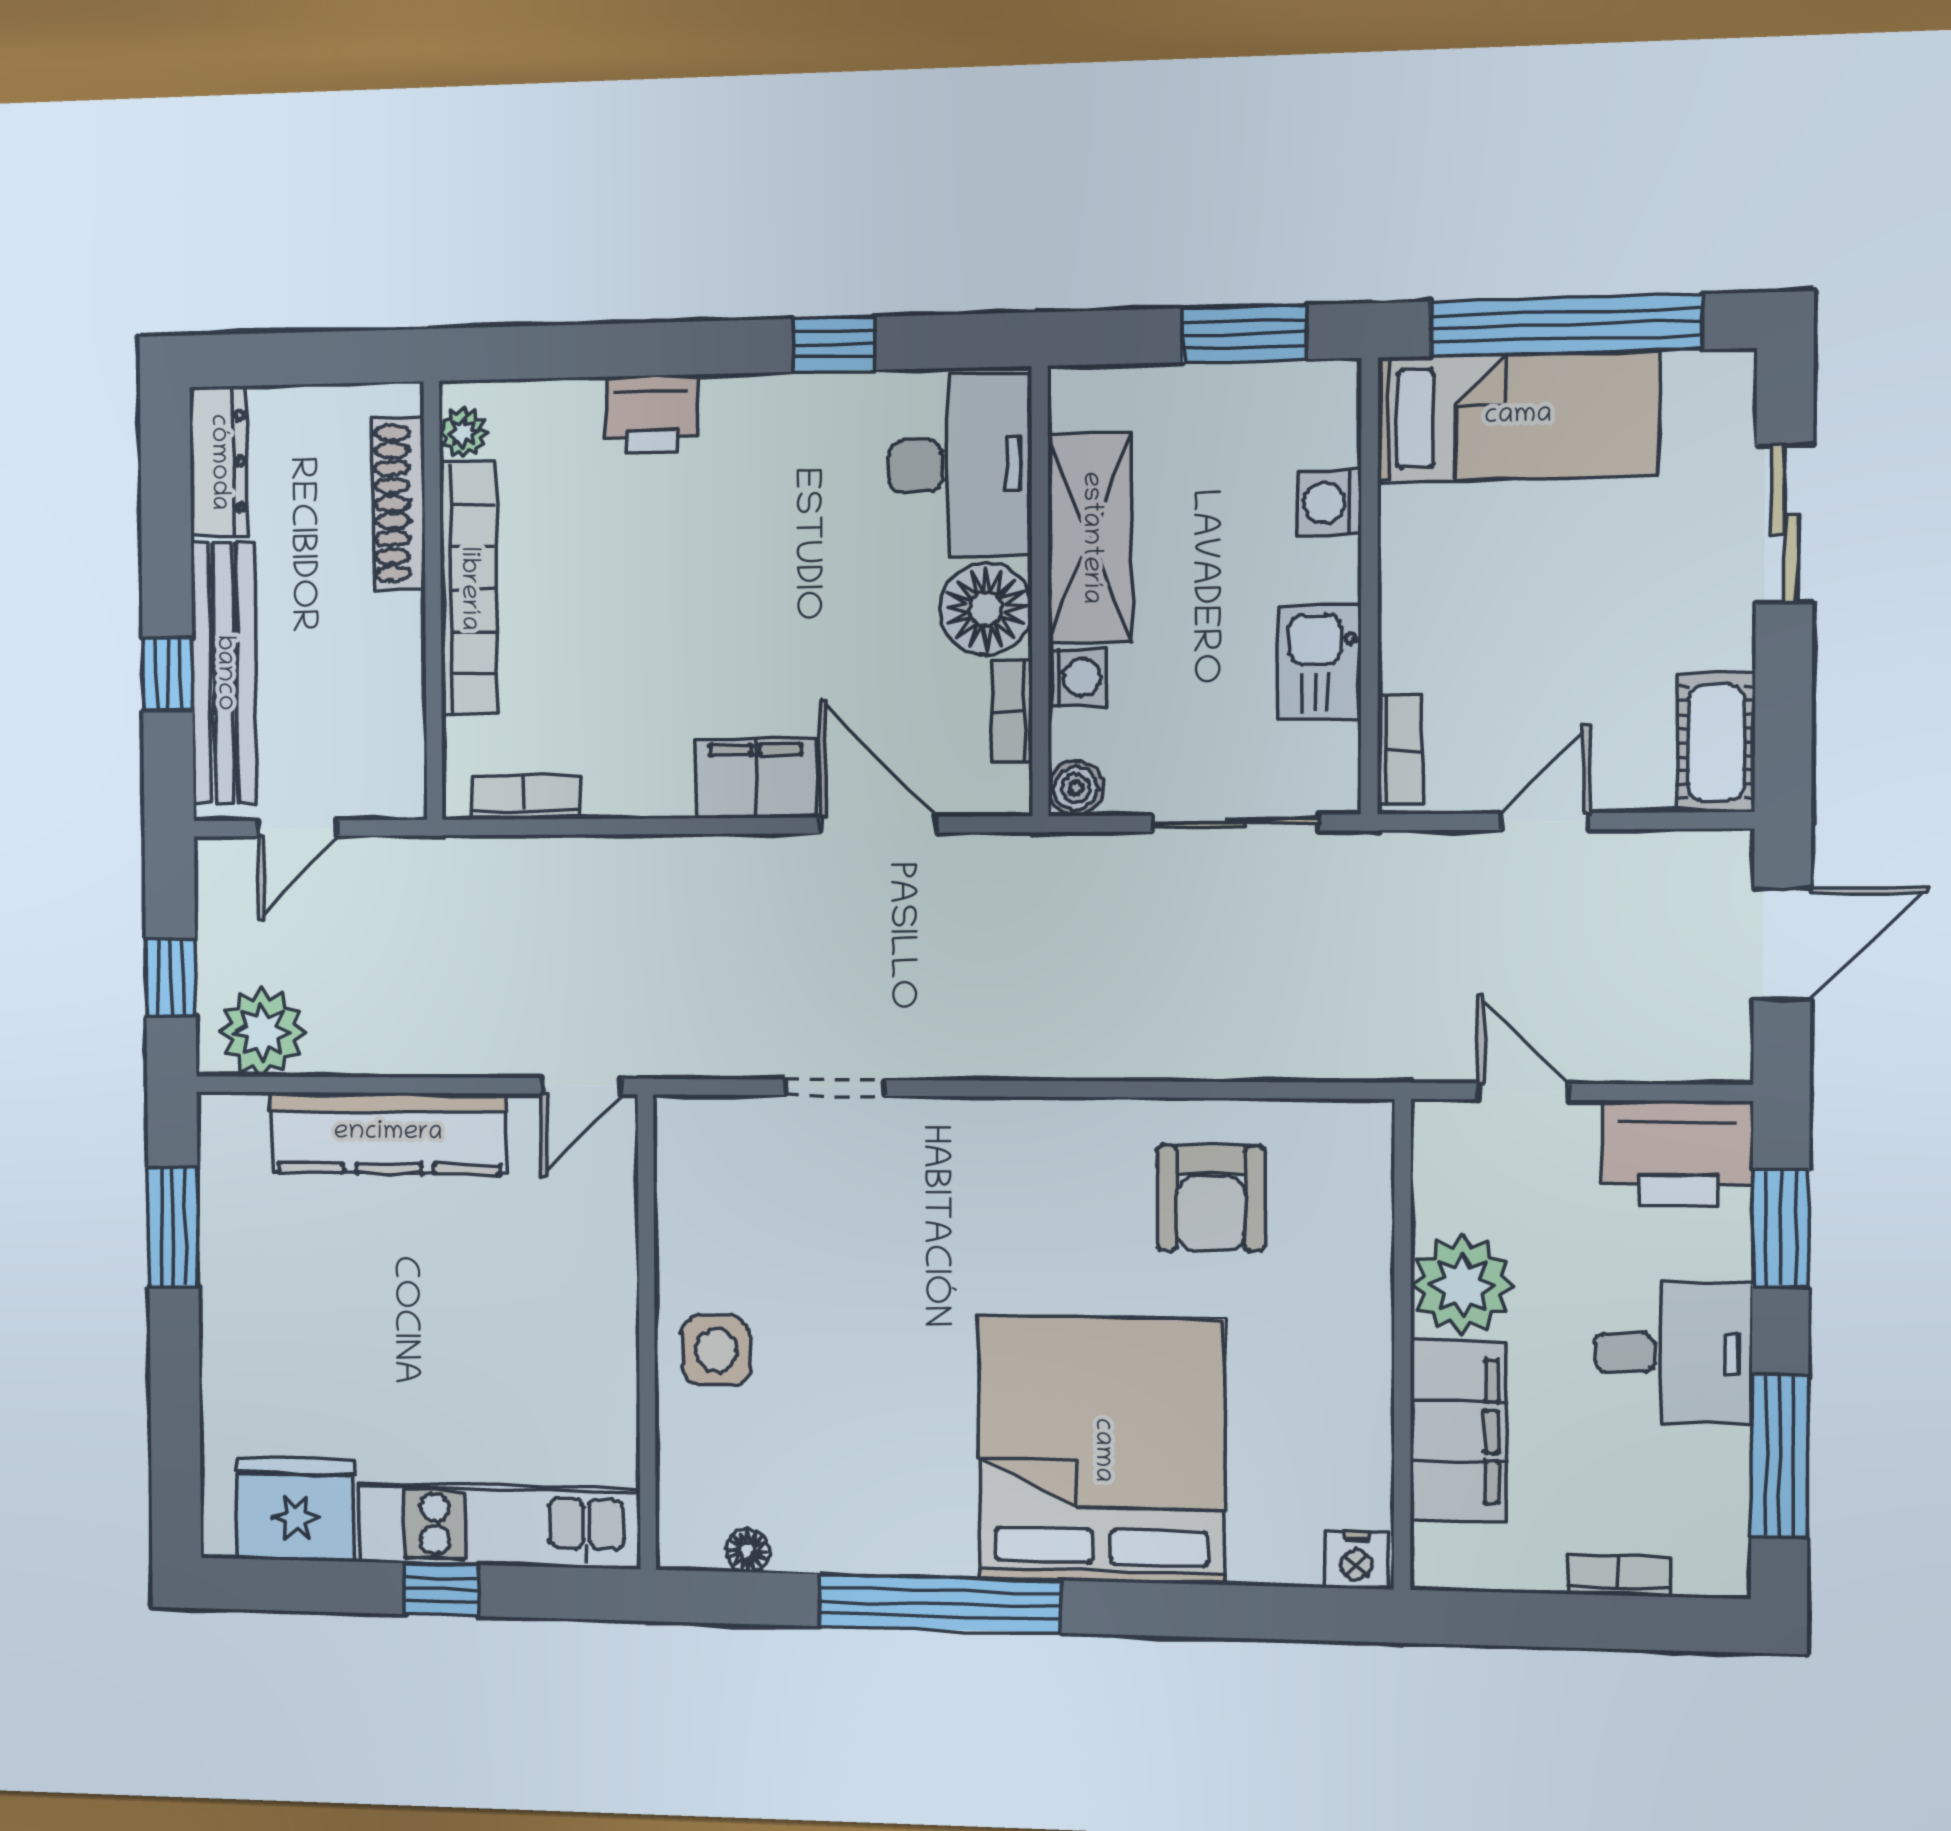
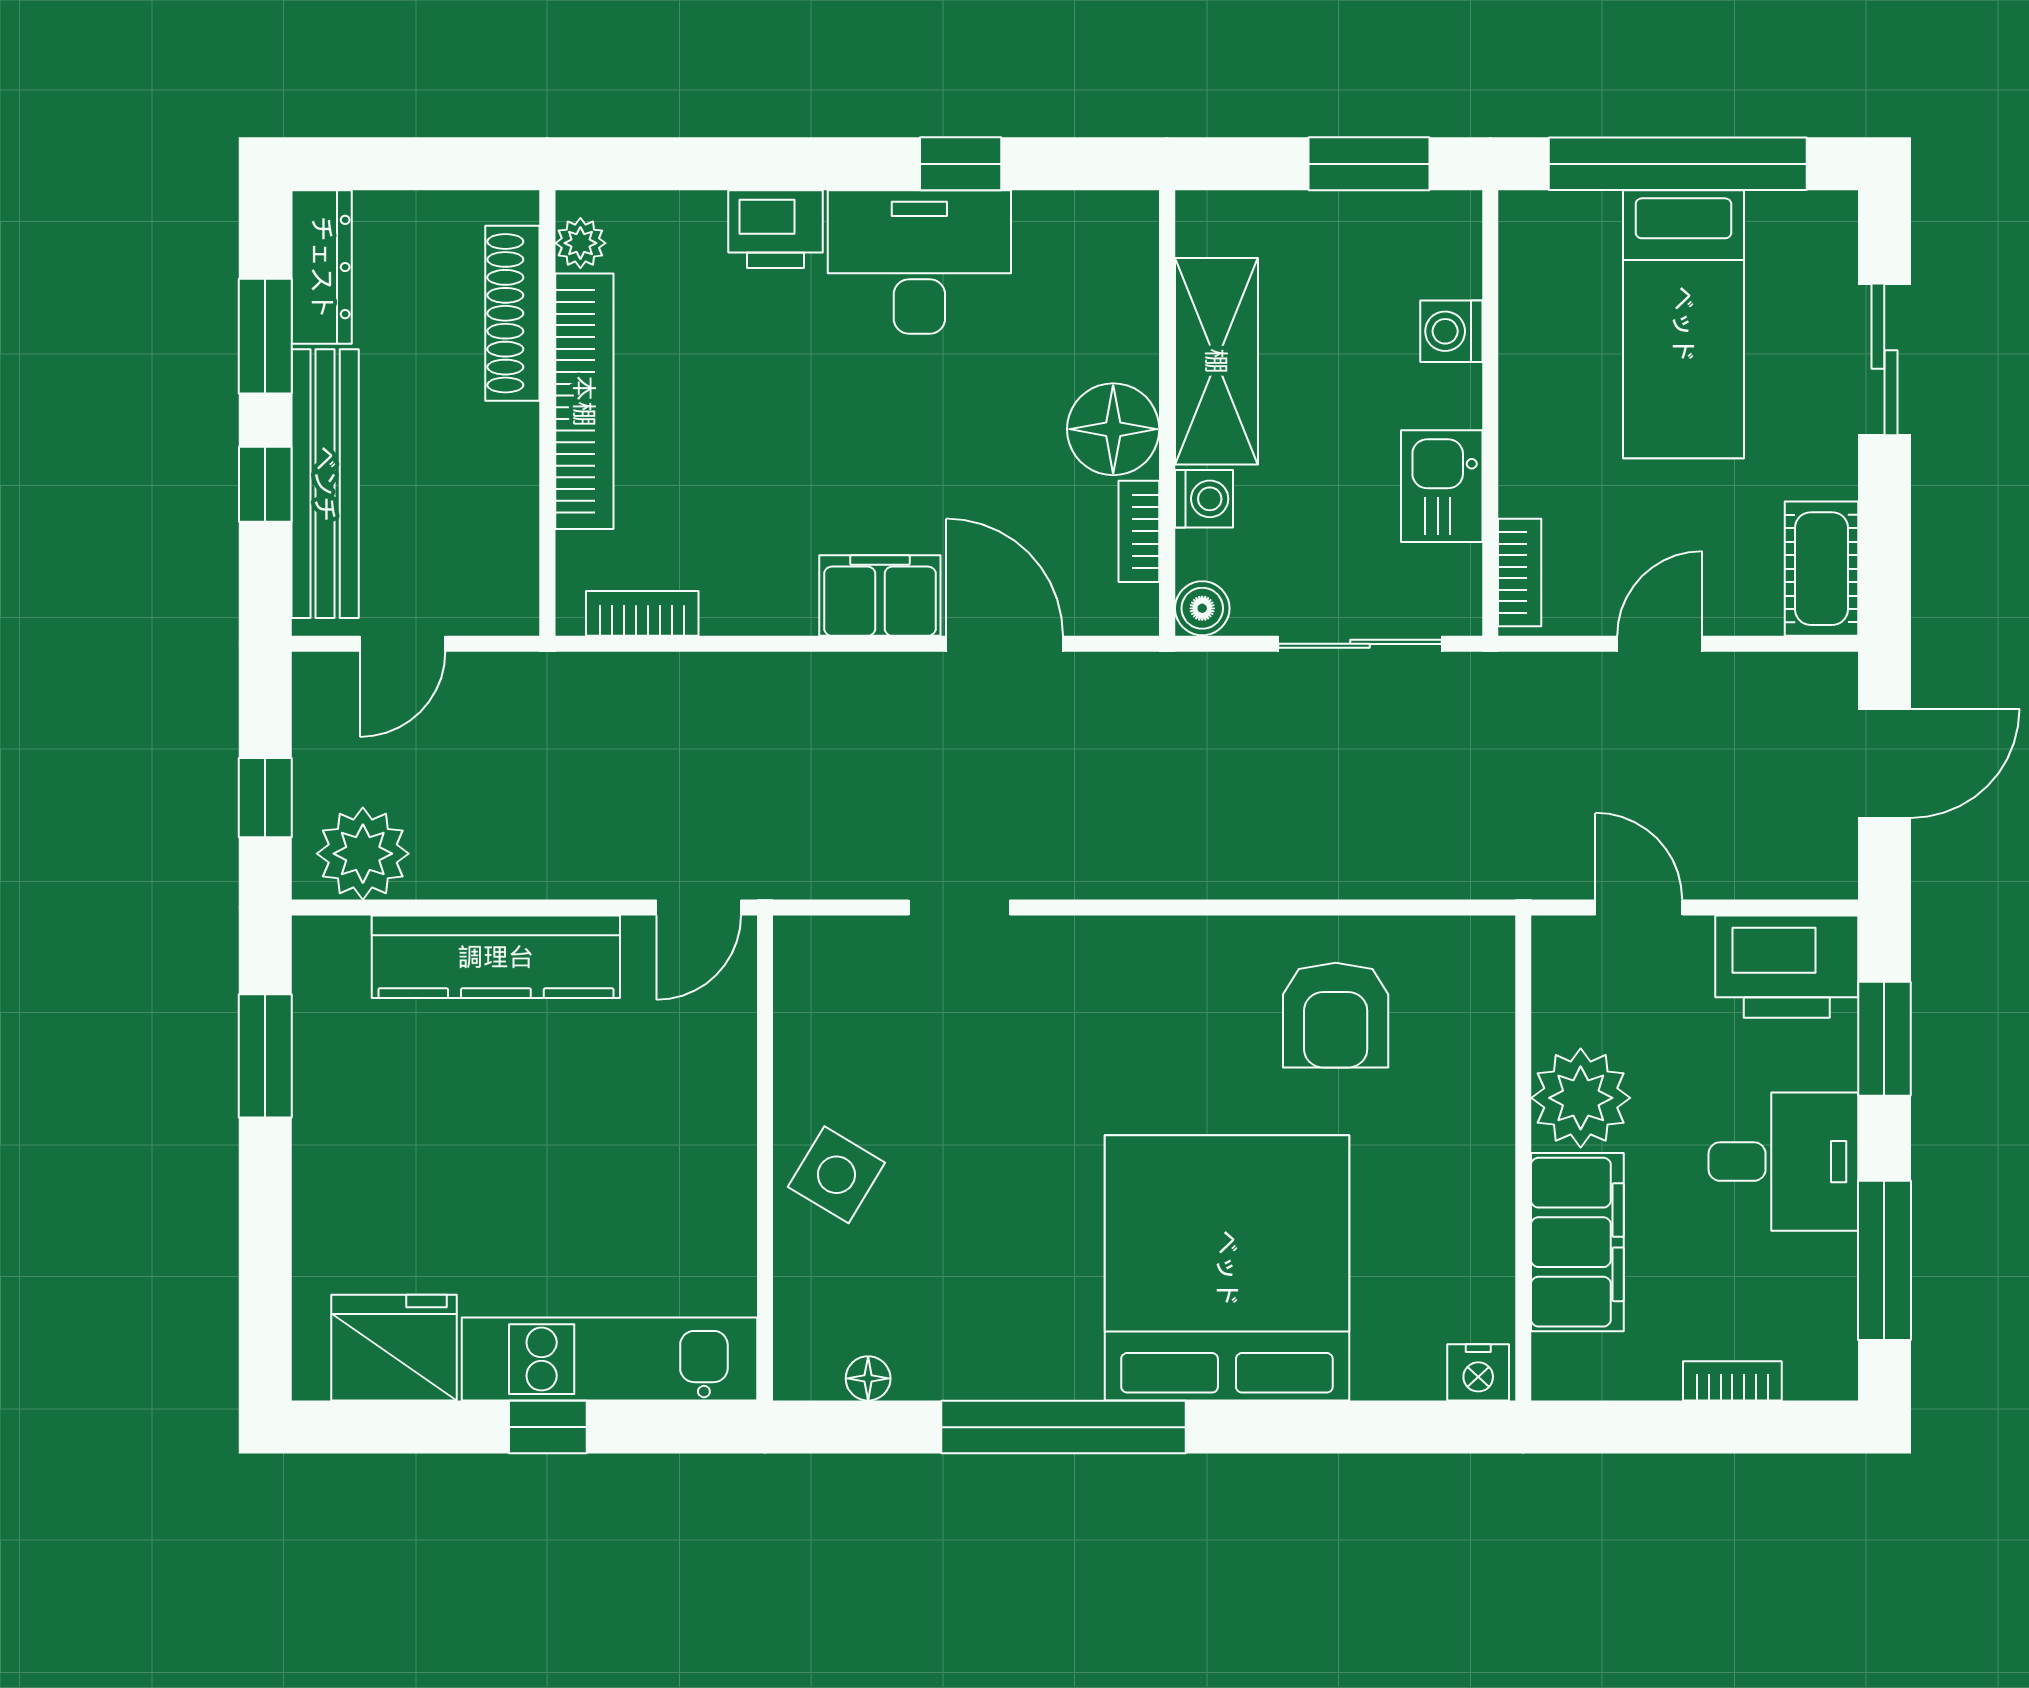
bed: (1518, 416) -> (1683, 324), moved, turned 90
desk: (960, 465) -> (919, 262), moved, turned -90
window: (166, 530) -> (265, 336), added
side table: (716, 1350) -> (836, 1175), turned 31

